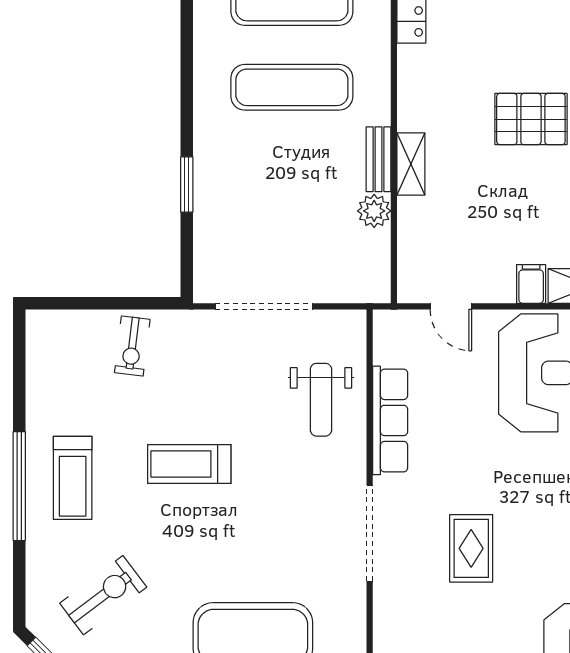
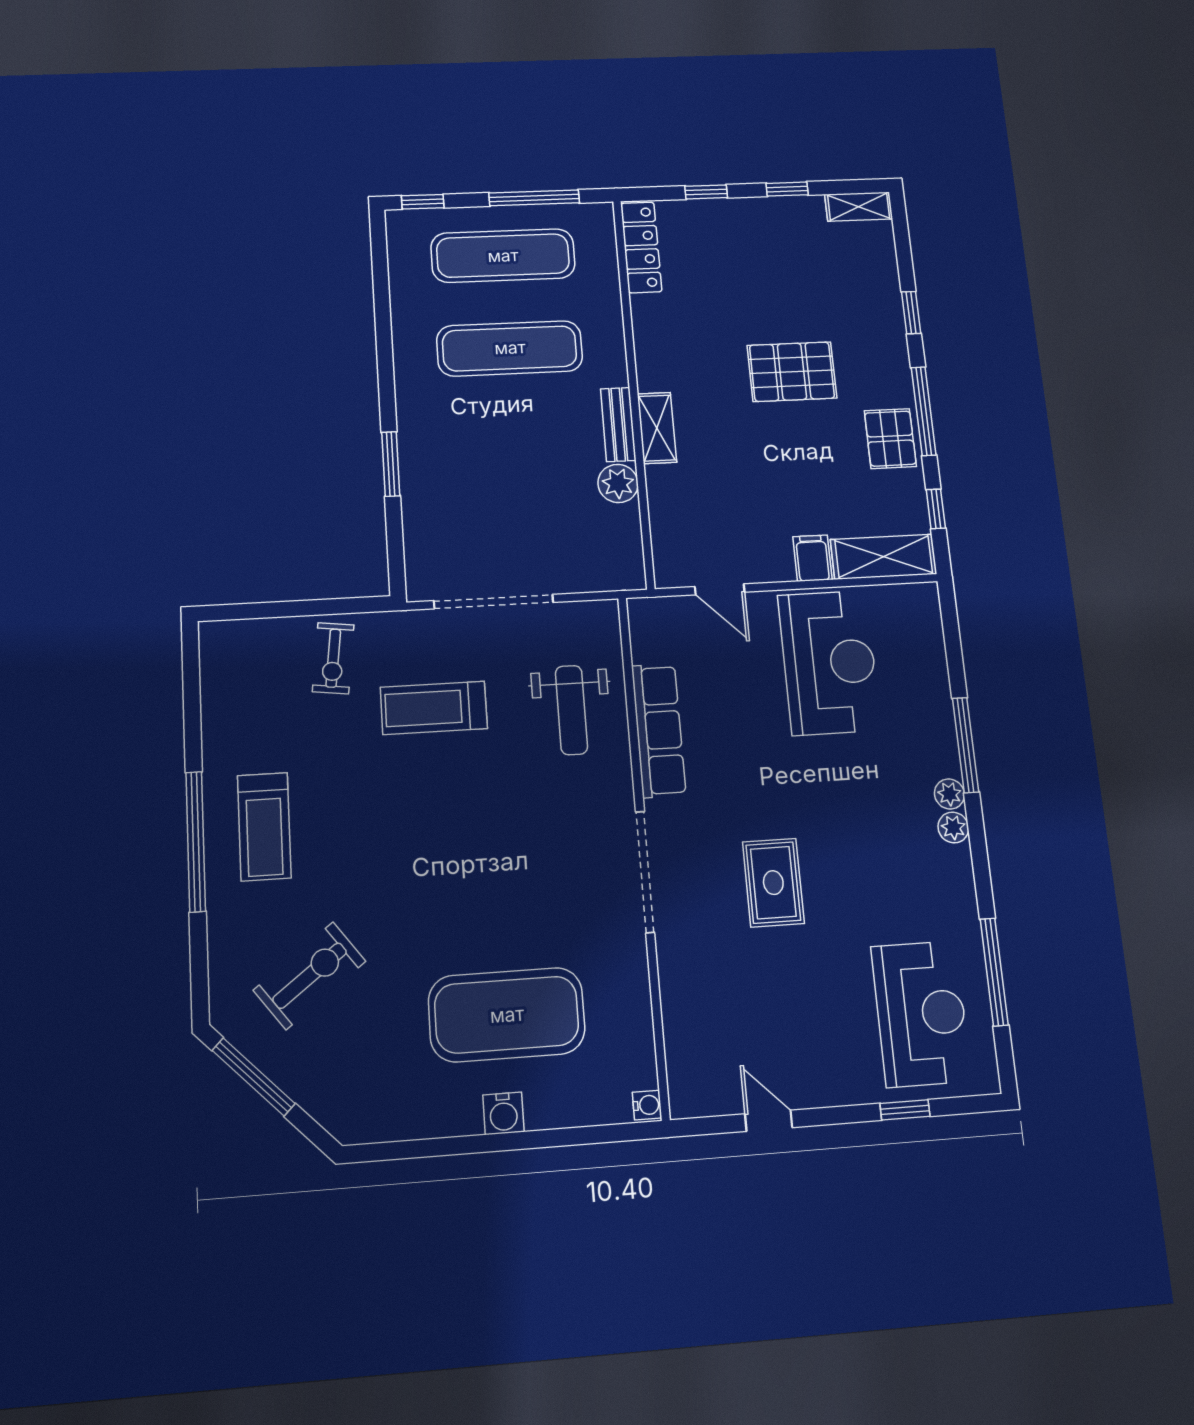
treadmill: (189, 464) -> (434, 708), moved

